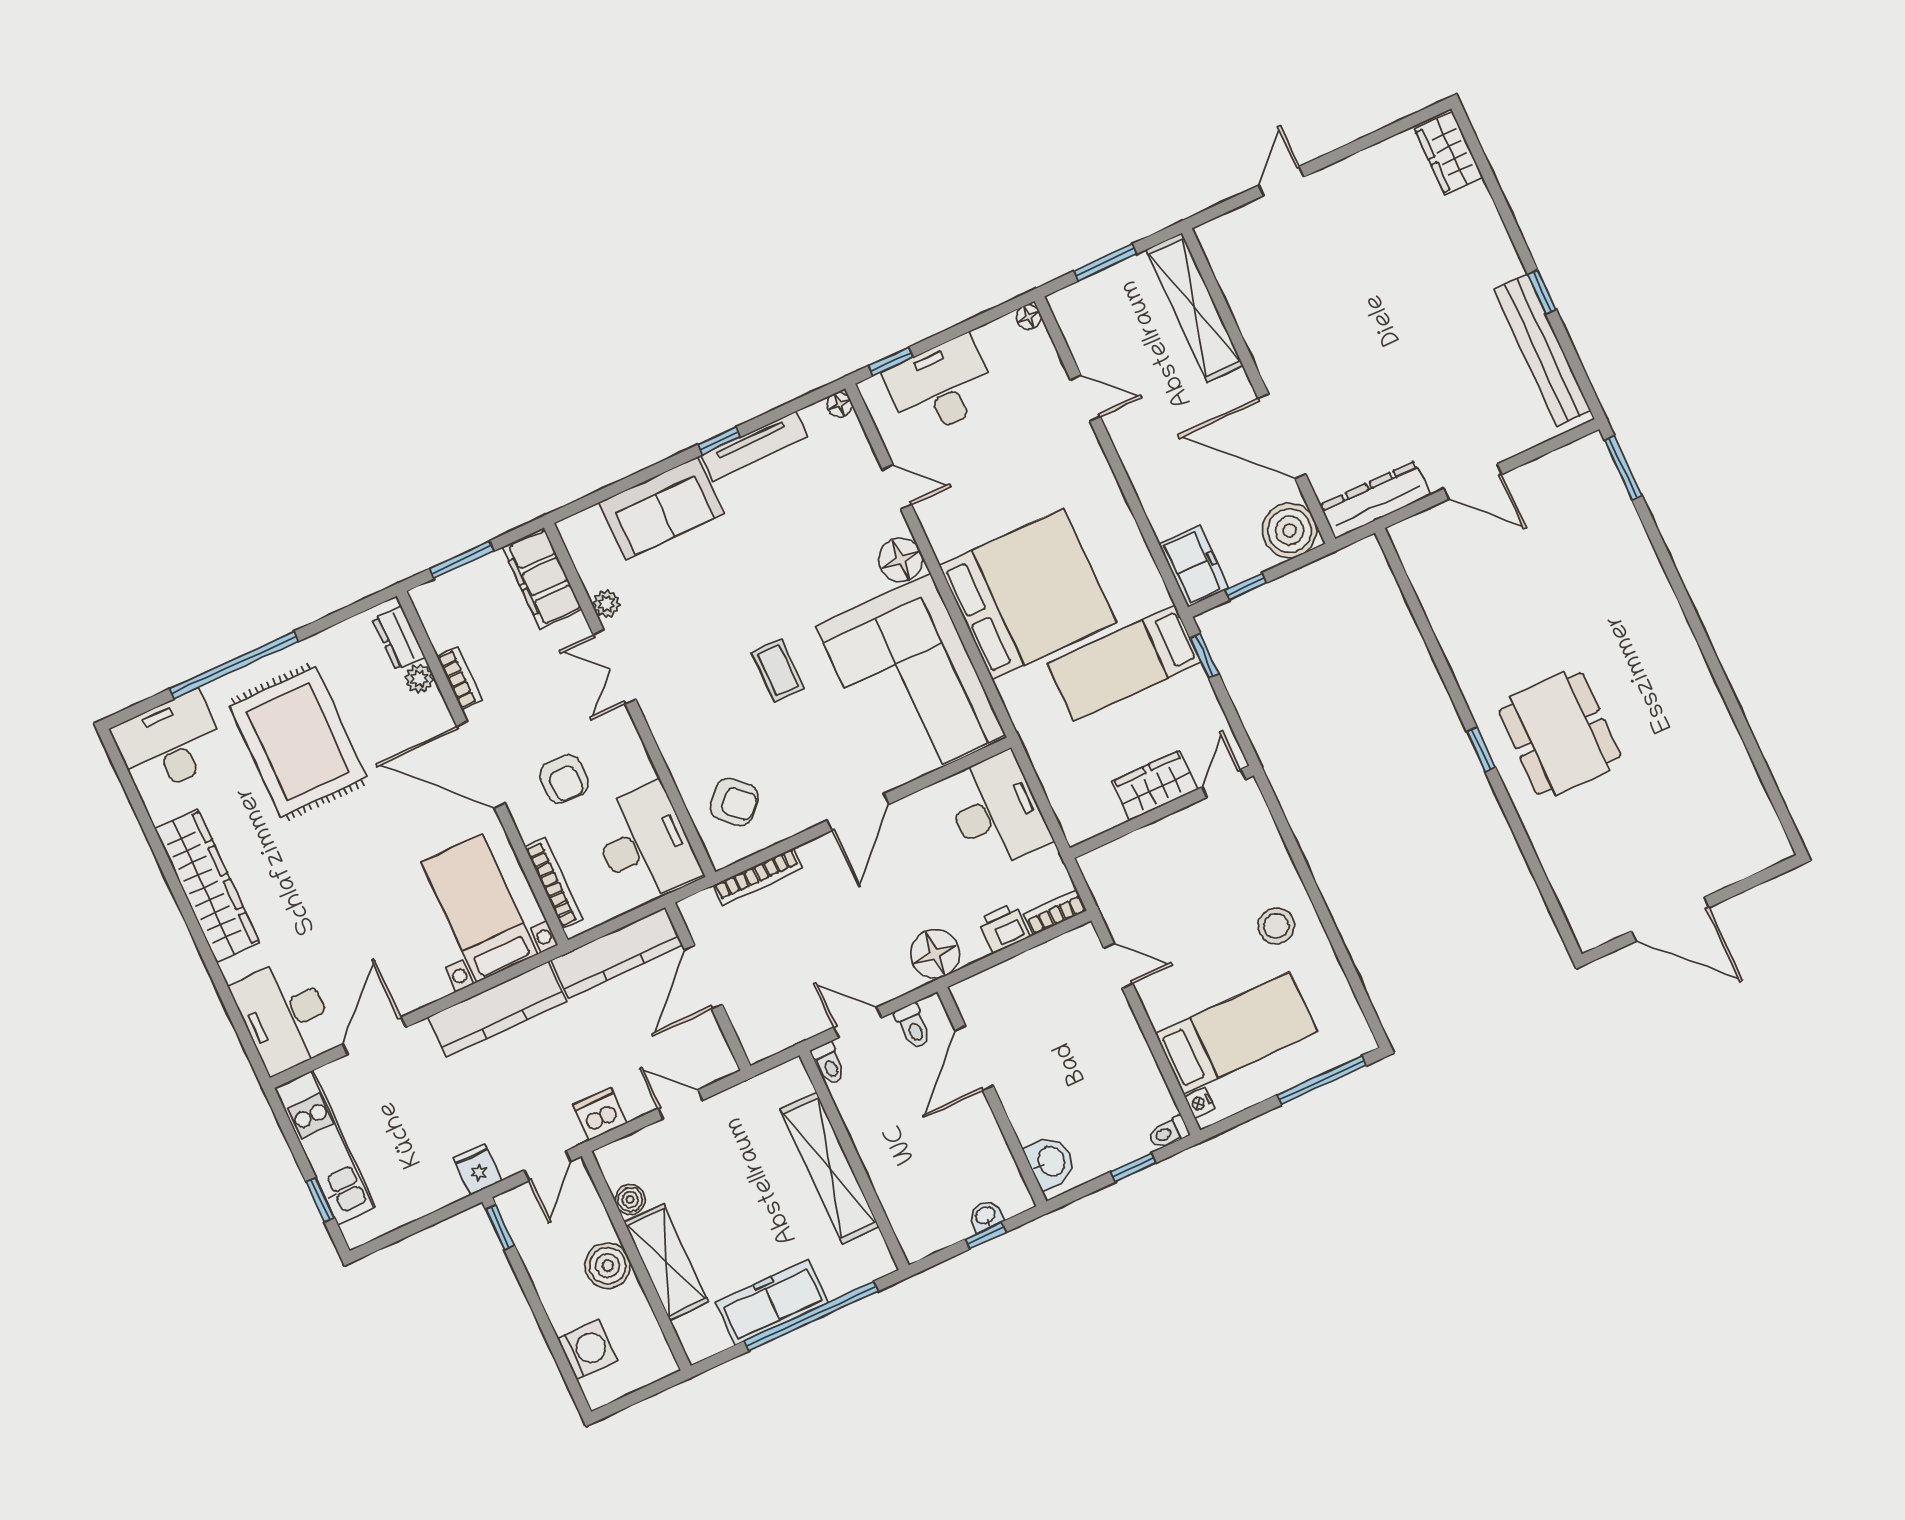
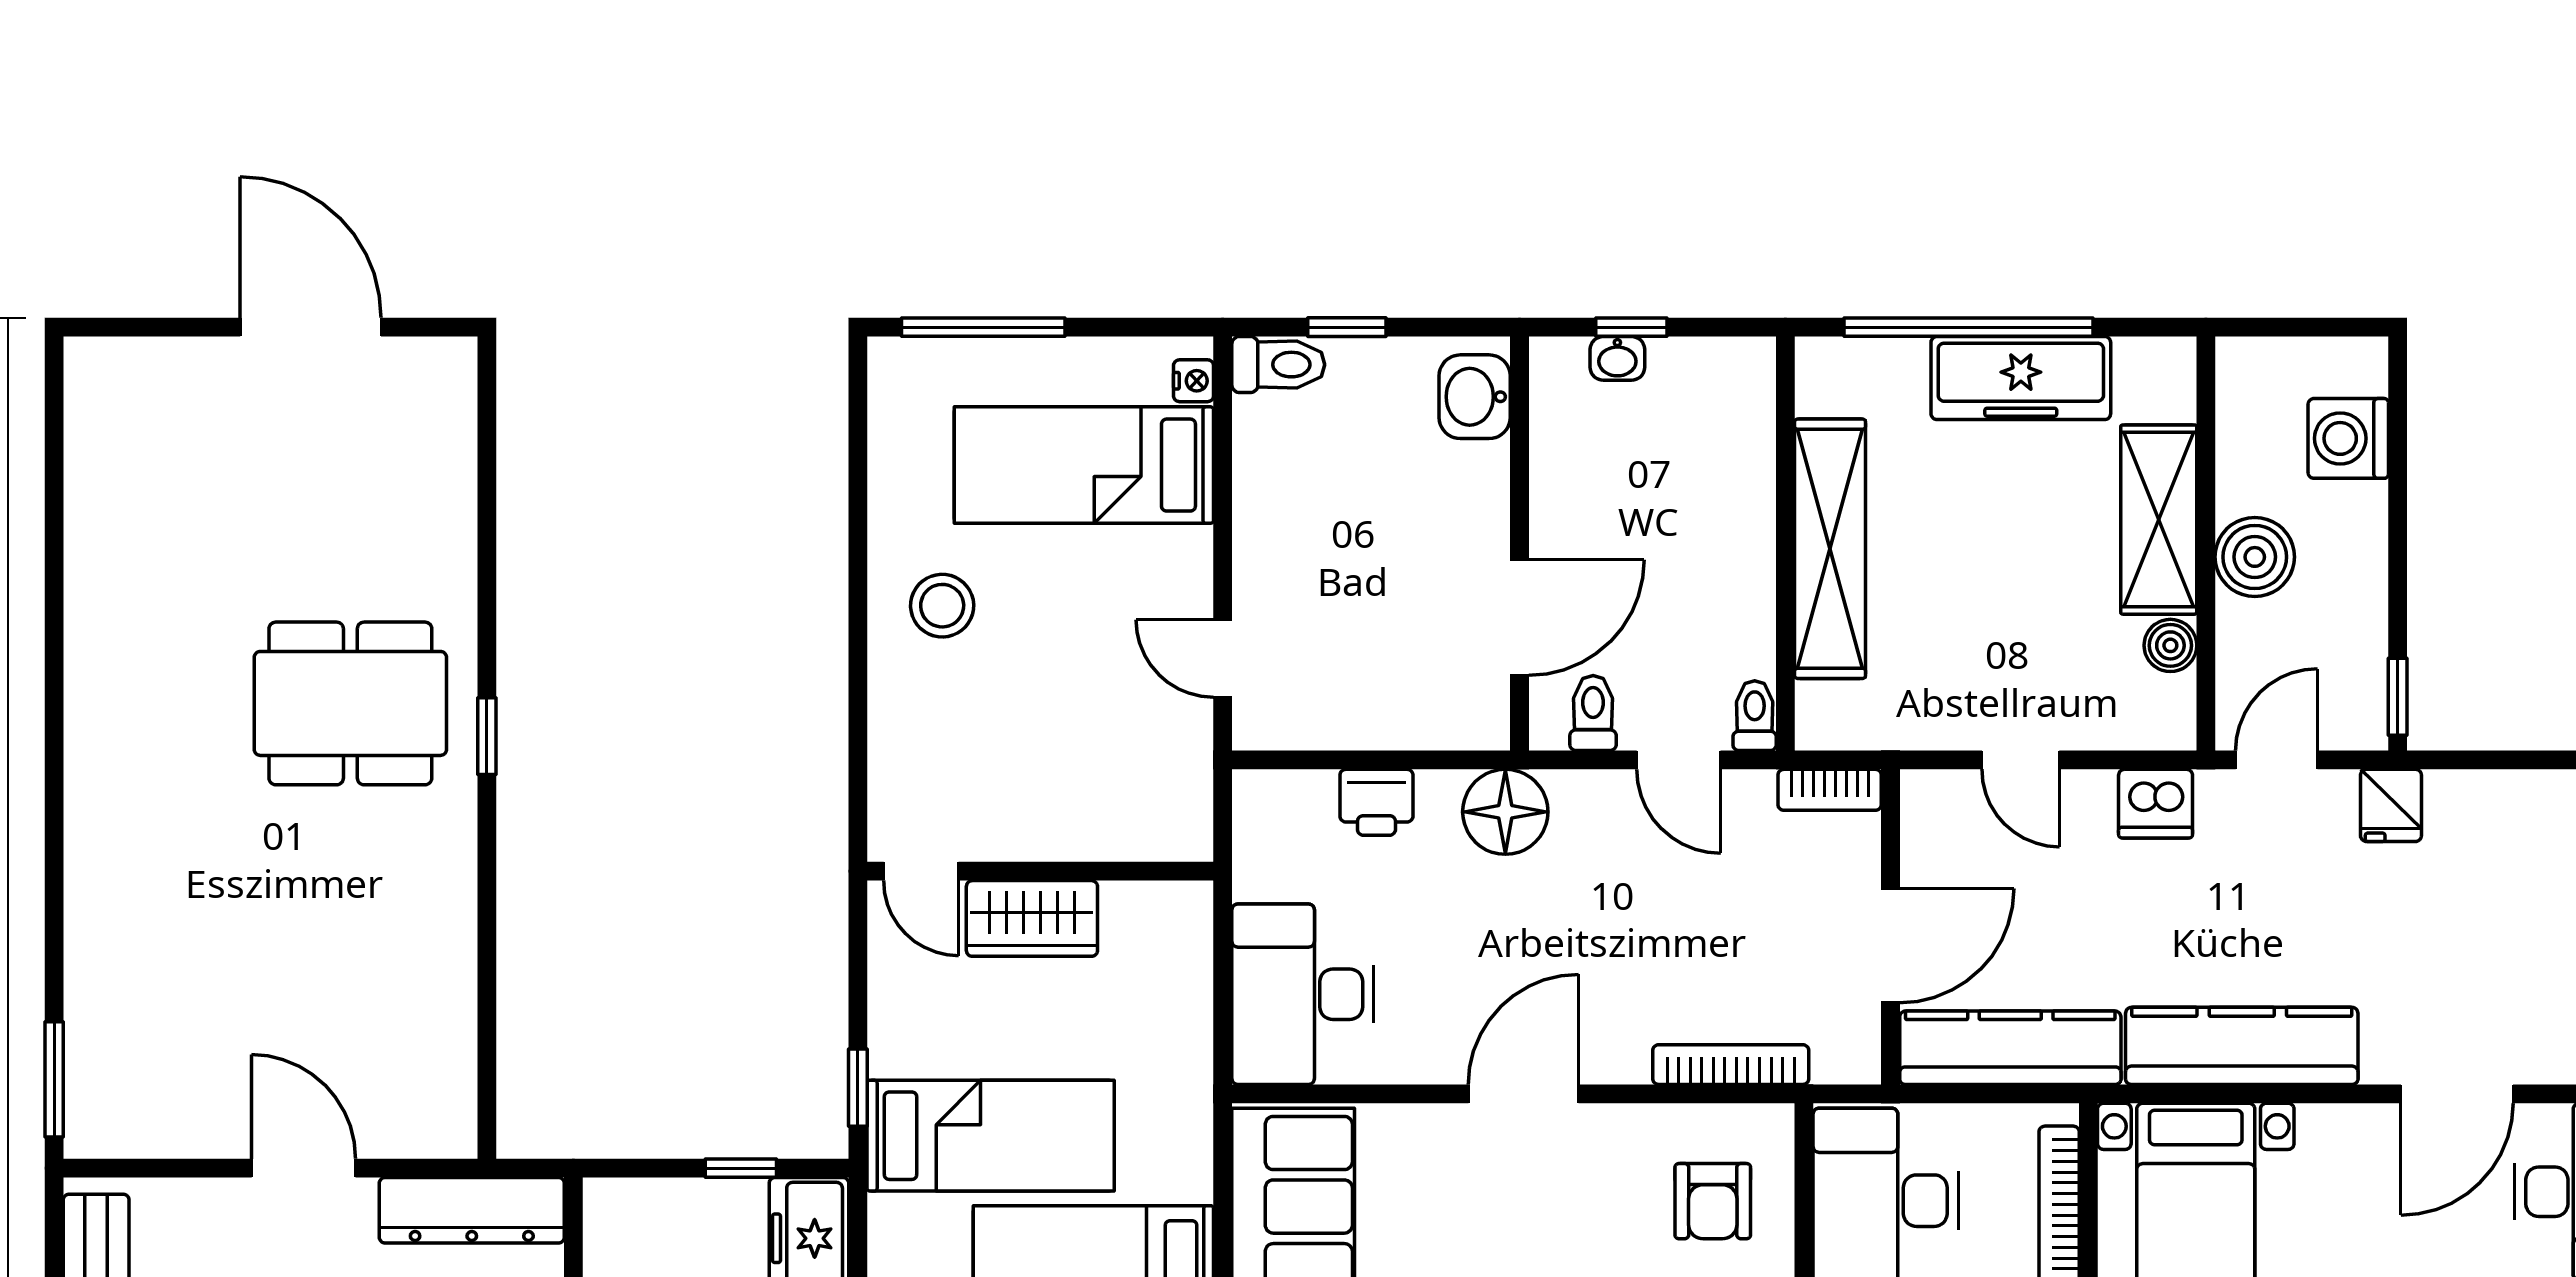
boiler: (1290, 530) -> (630, 1225), removed
dining table: (1560, 734) -> (350, 703), turned 90
door: (1224, 783) -> (921, 871), hinge flipped
armchair: (734, 802) -> (1713, 1201), turned -134
bookcase: (1055, 912) -> (1830, 790), moved
toilet: (1168, 1132) -> (1278, 365), width x1.37, depth x1.39

